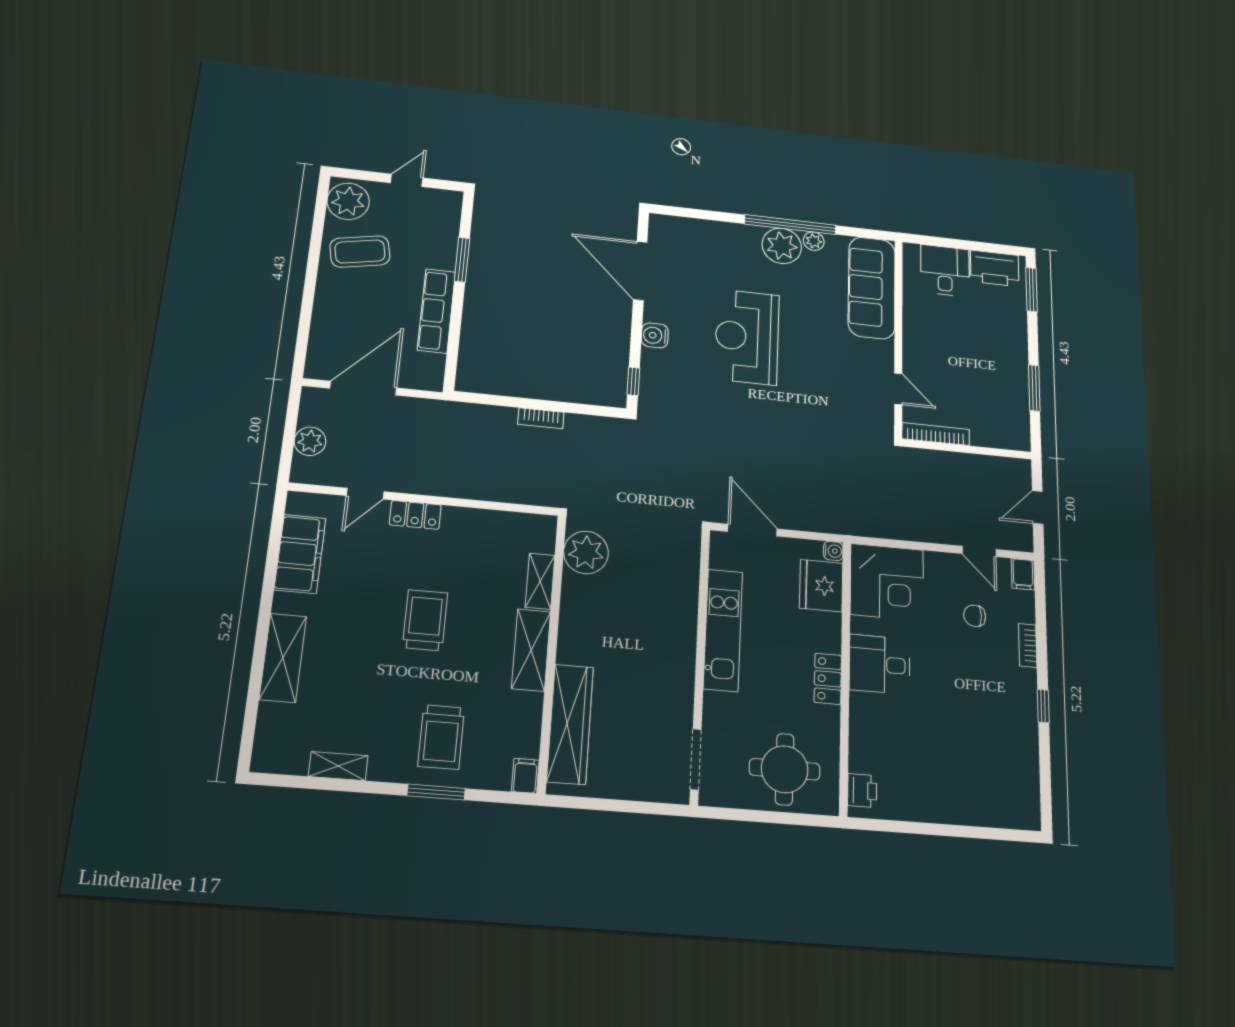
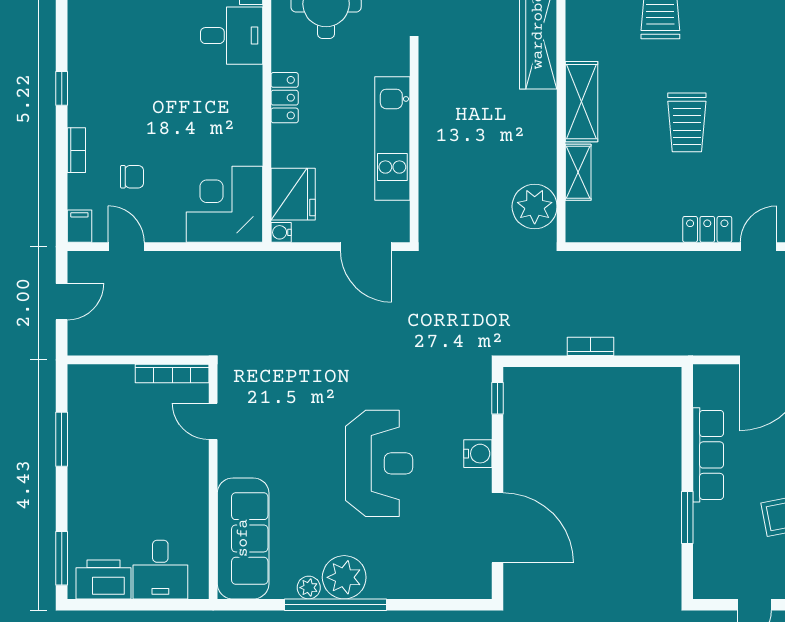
desk: (880, 664) -> (232, 36), moved

